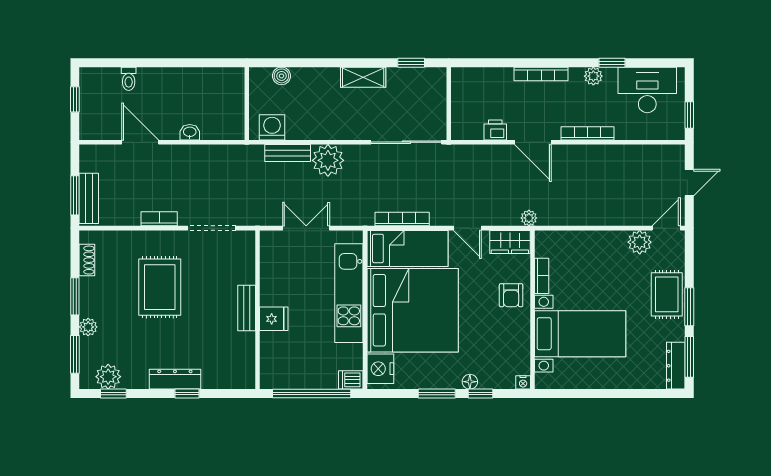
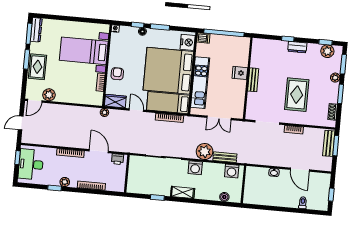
desk: (647, 90) -> (31, 164), moved, turned 90
wall: (449, 104) -> (127, 174), moved
washing machine: (343, 127) -> (195, 168), added
dresser: (175, 379) -> (297, 47), width x0.70

